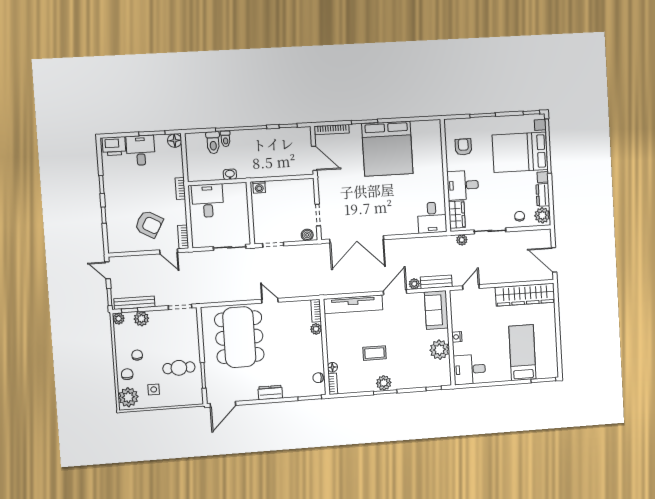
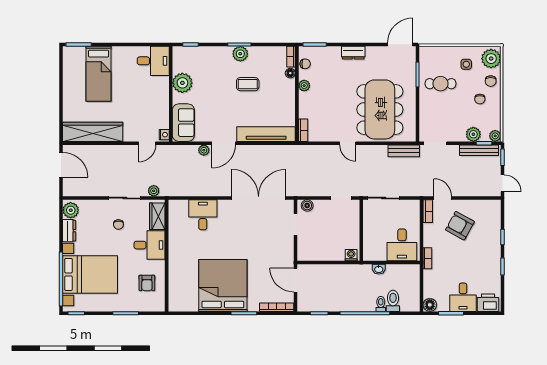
chair: (520, 216) -> (118, 224), moved
desk: (432, 218) -> (203, 215), moved
bench: (436, 282) -> (404, 151), moved
plant: (316, 329) -> (304, 86), moved
nightstand: (457, 337) -> (164, 135), moved

